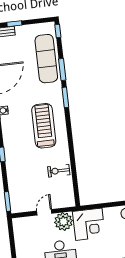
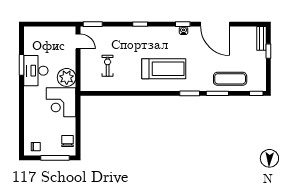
exercise mat: (46, 59) -> (230, 79), width x0.73, depth x0.69
exercise bike: (59, 171) -> (108, 66), moved
door: (44, 212) -> (78, 41), moved

